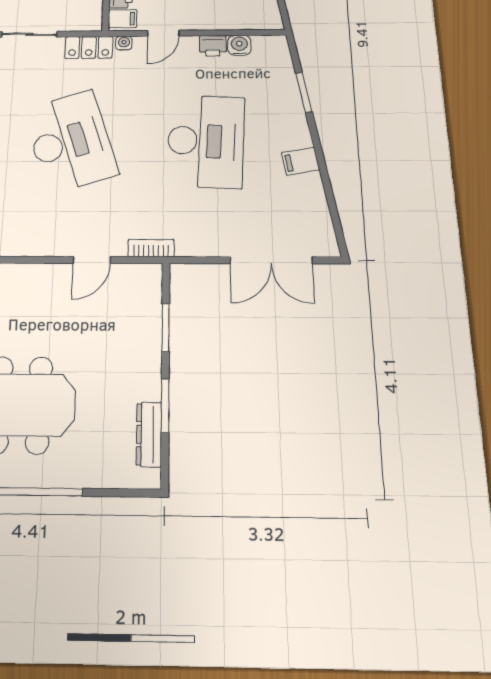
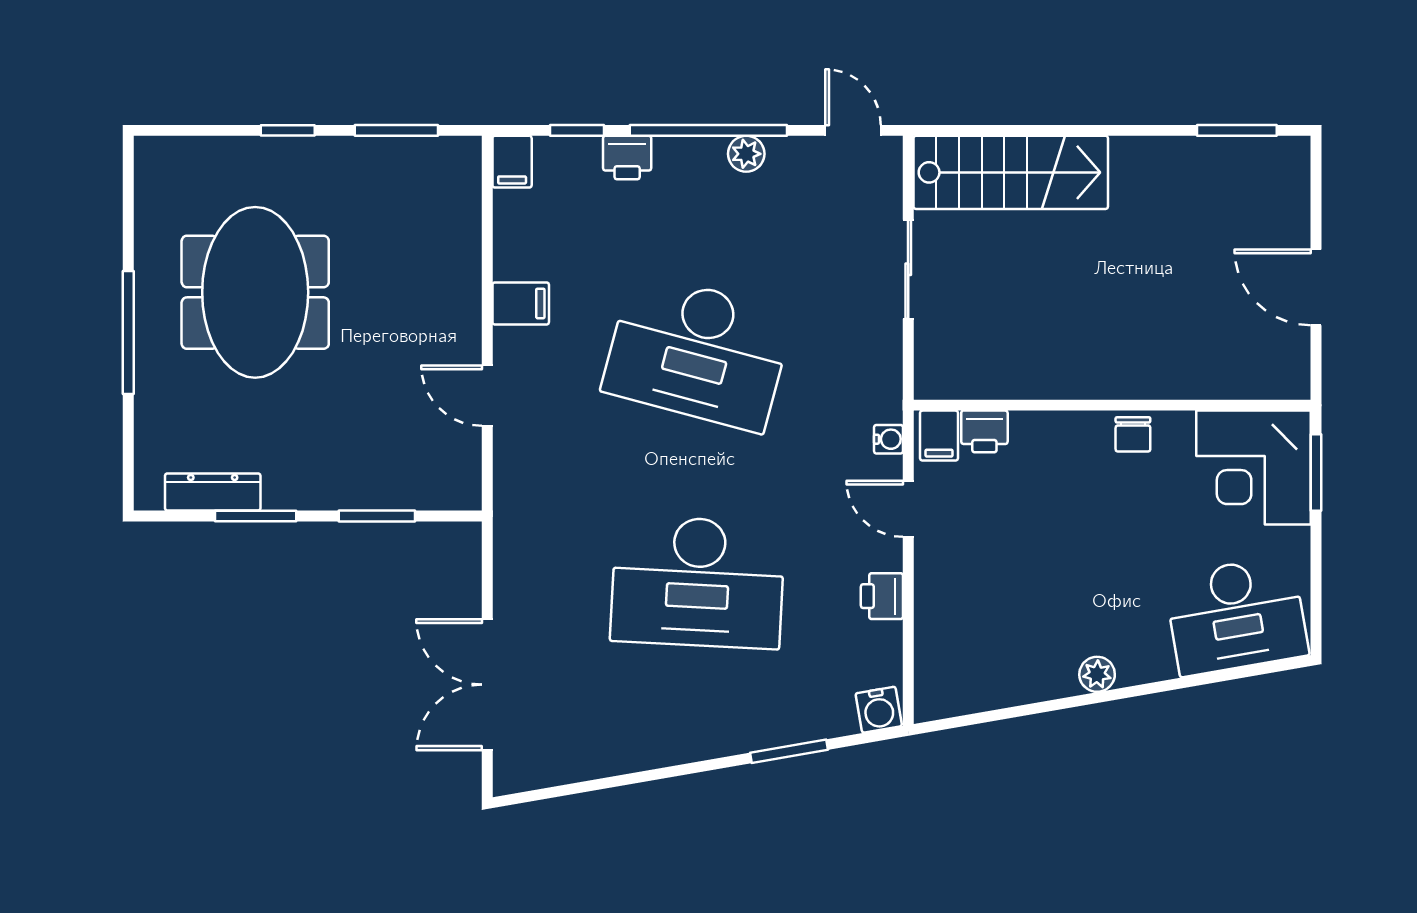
water cooler: (239, 45) -> (879, 710), moved, turned 80
locker: (89, 47) -> (881, 377), removed
desk: (70, 142) -> (698, 352), turned 33
filing cabinet: (301, 161) -> (521, 303), moved, turned 100
bookcase: (151, 248) -> (507, 492), removed

